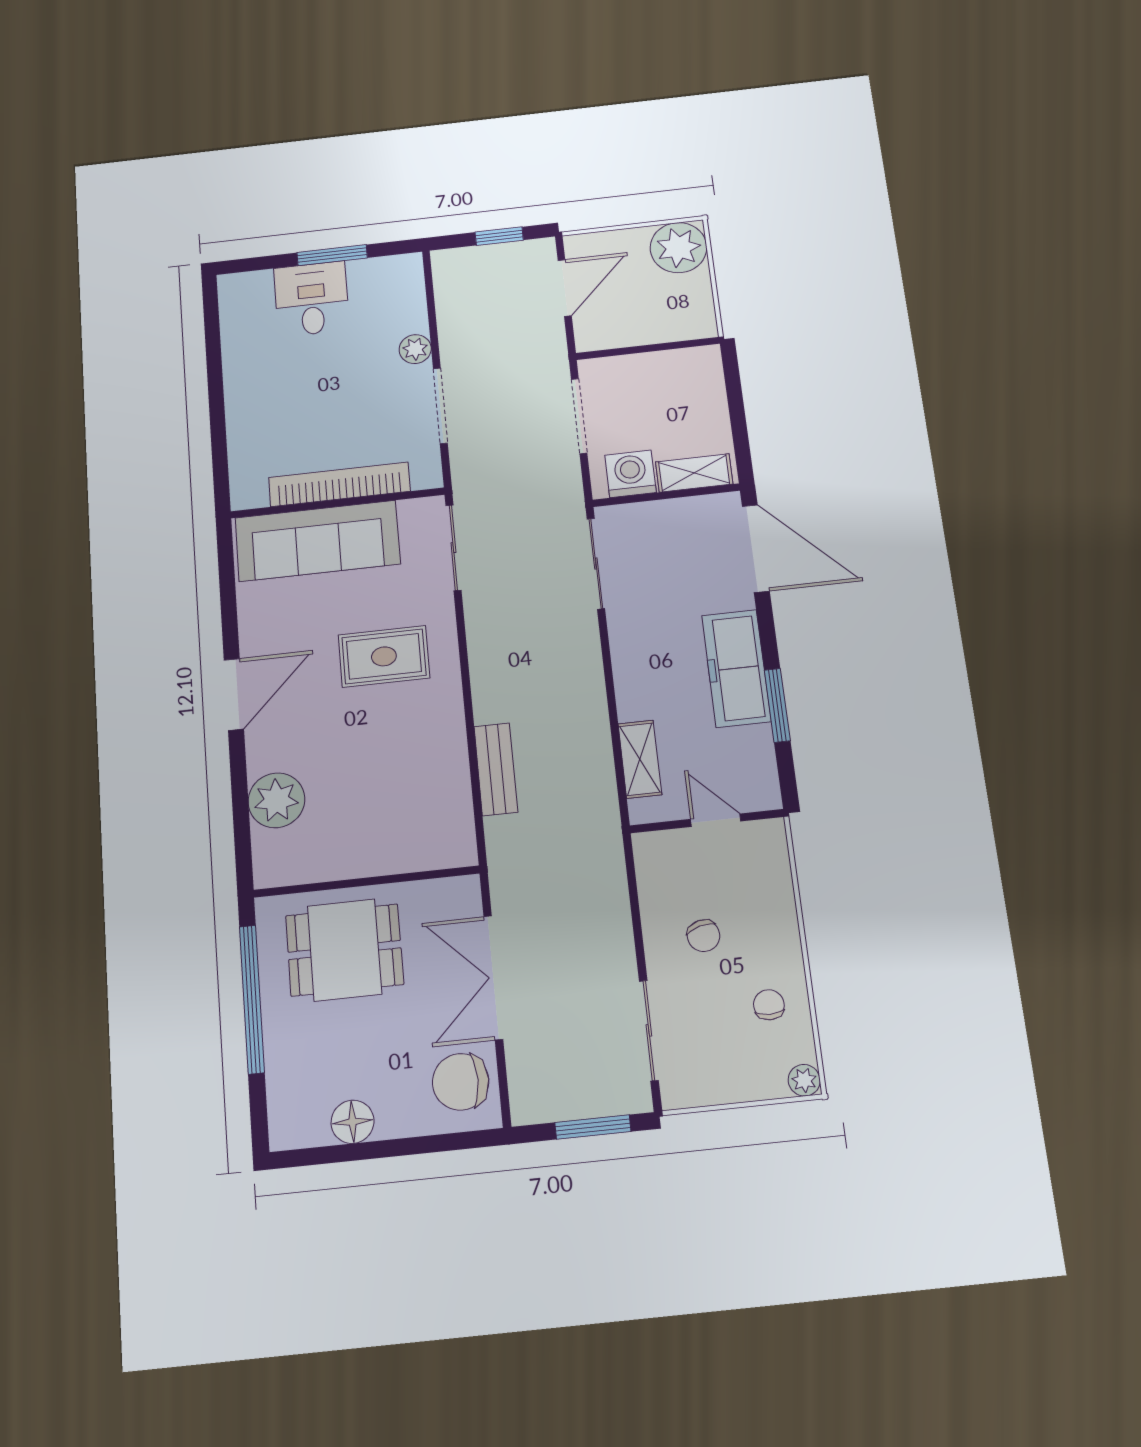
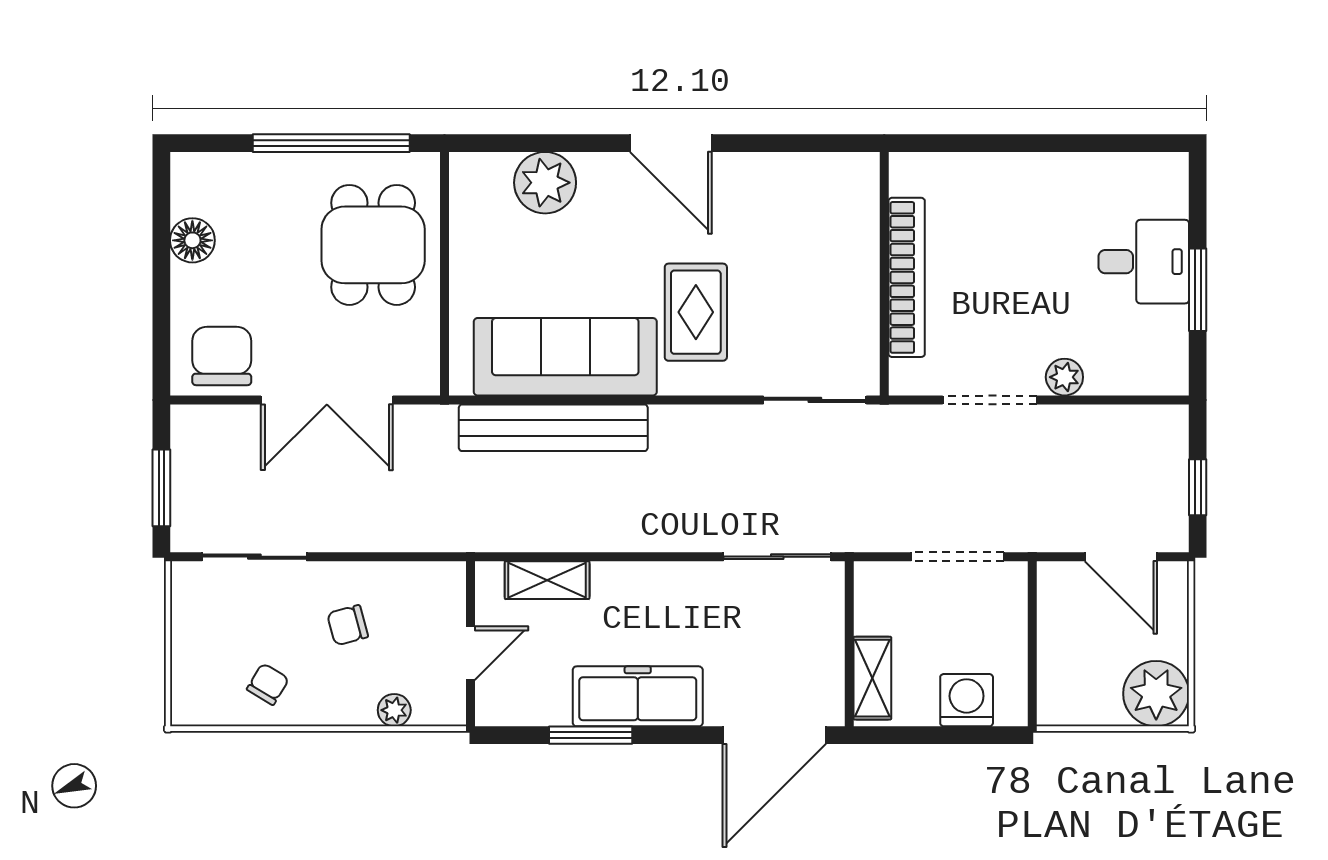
washing machine: (630, 474) -> (967, 700), moved, turned -90
sofa: (318, 541) -> (565, 357), moved, turned 90
bench: (496, 769) -> (553, 428), width x1.86, depth x1.21
double door: (493, 977) -> (327, 400), swing flipped
chair: (769, 1005) -> (268, 684), turned -59
plant: (804, 1080) -> (394, 710), moved

